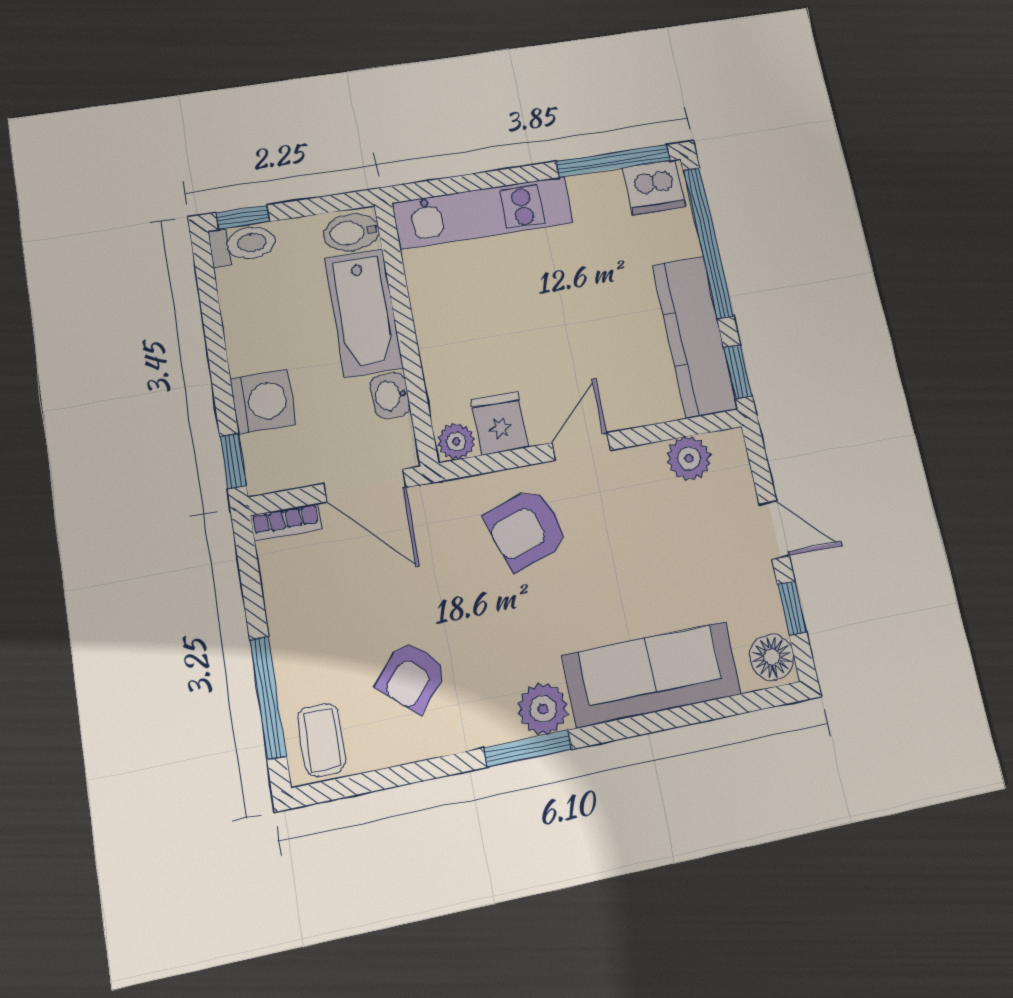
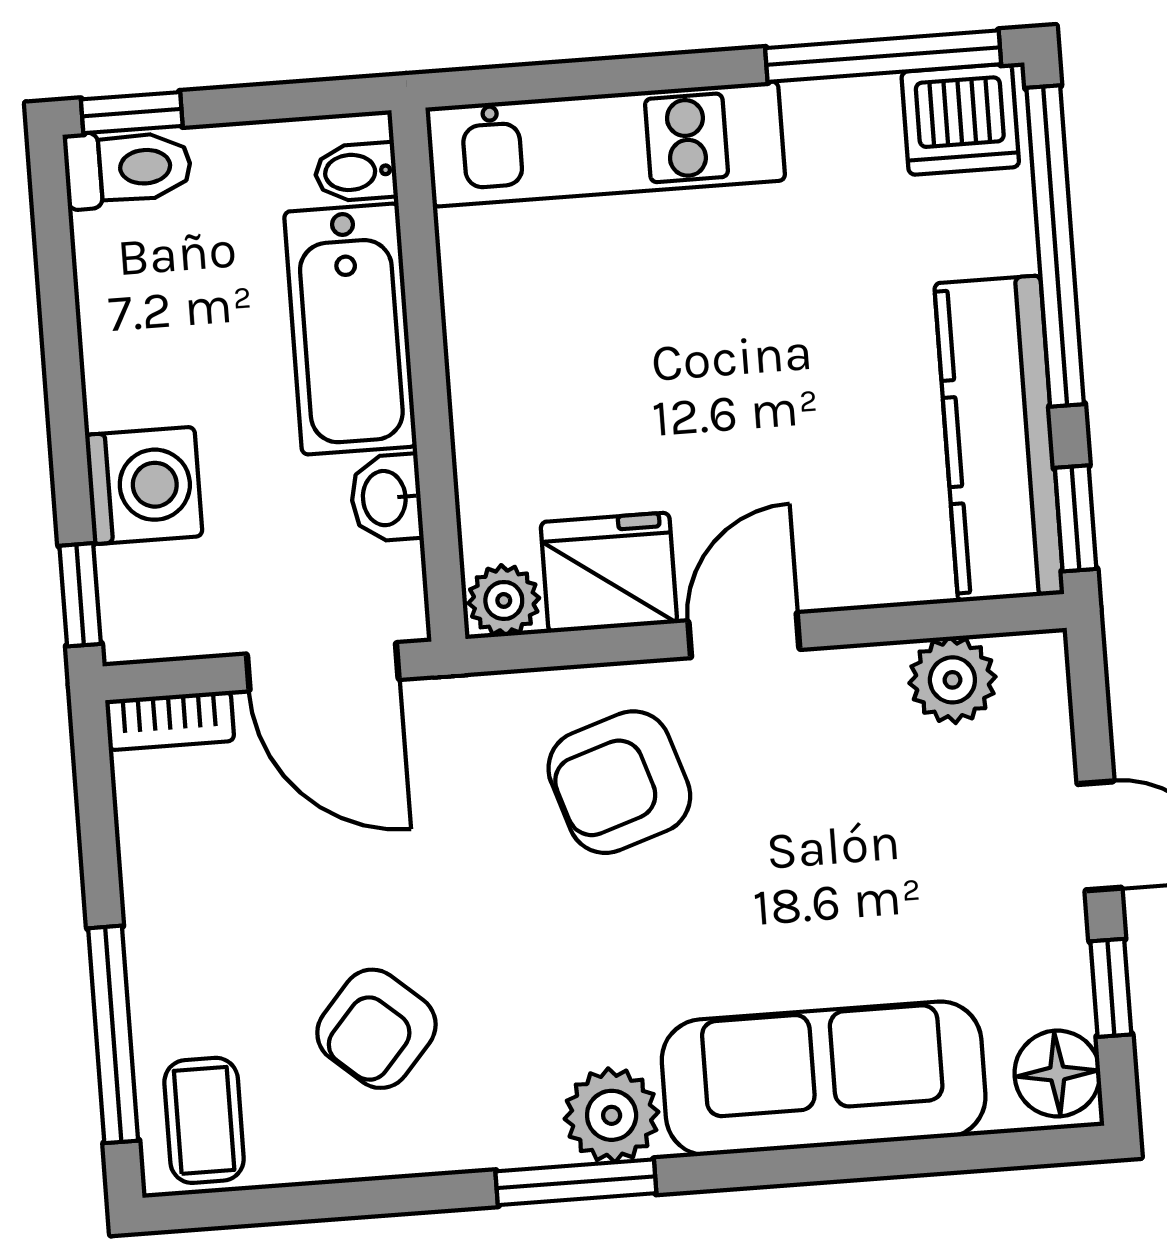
bidet: (351, 233) -> (356, 172), width x0.72, depth x0.74
fridge: (500, 423) -> (609, 573), width x1.38

